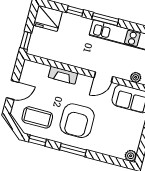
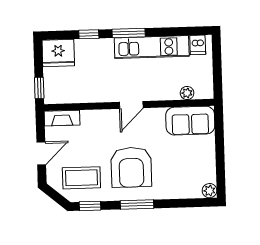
fireplace: (63, 75) -> (62, 118), moved
door: (103, 77) -> (131, 105), moved

